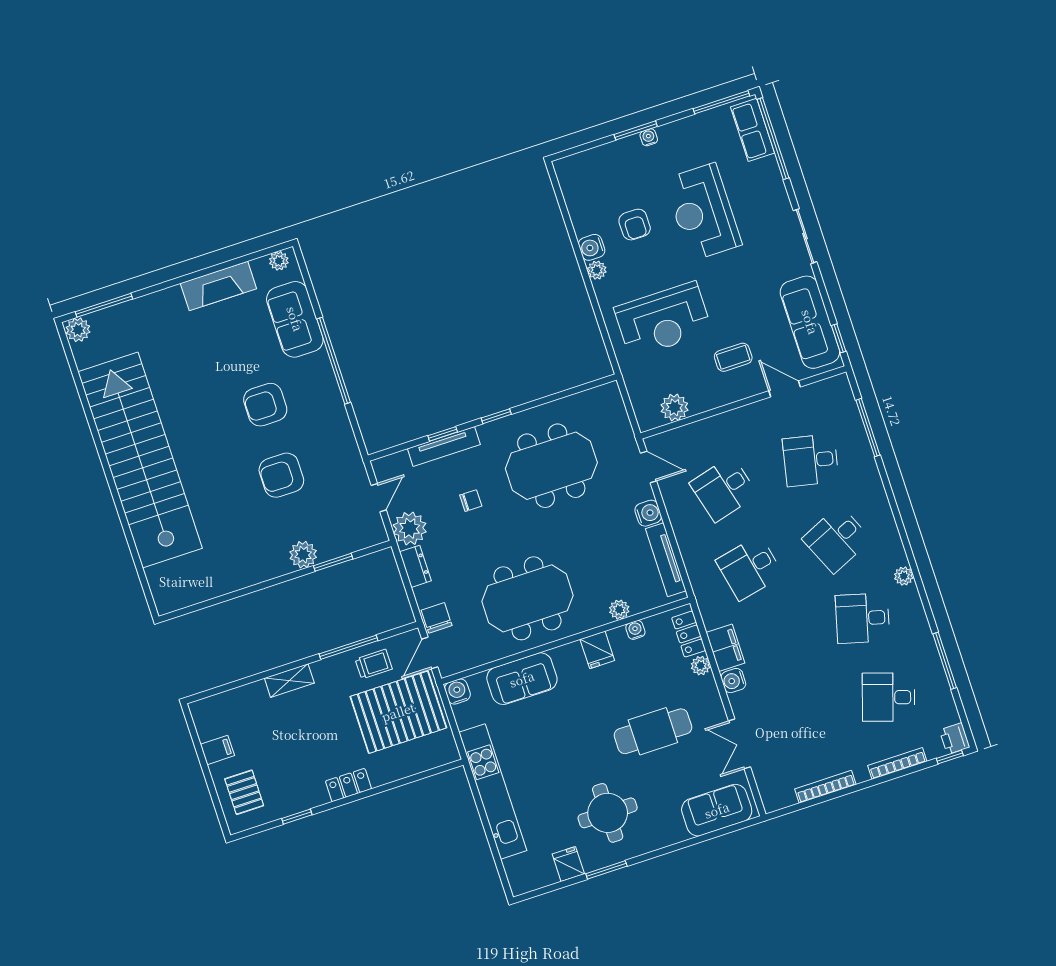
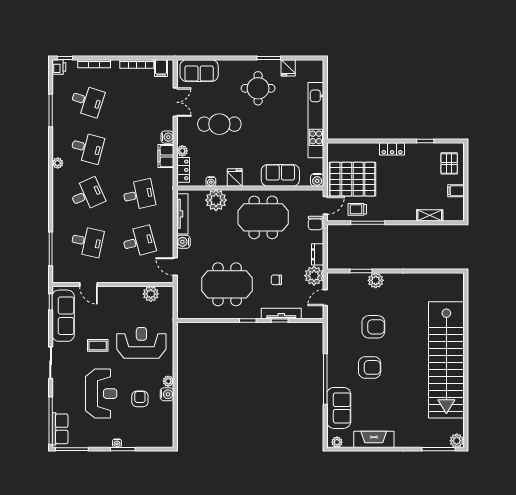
coffee table: (733, 357) -> (98, 345), moved
plant: (619, 610) -> (216, 200), width x1.88, depth x1.88
shelving: (289, 681) -> (430, 215), moved
filing cabinet: (782, 793) -> (161, 68), added

